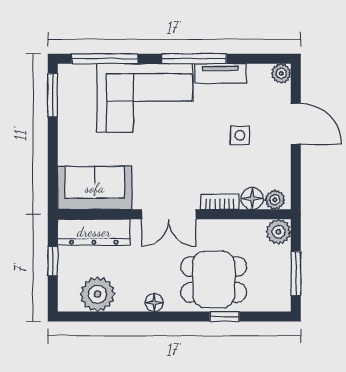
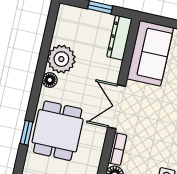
dresser: (94, 232) -> (119, 38), width x0.73, depth x0.80
plant: (98, 294) -> (61, 59), moved

